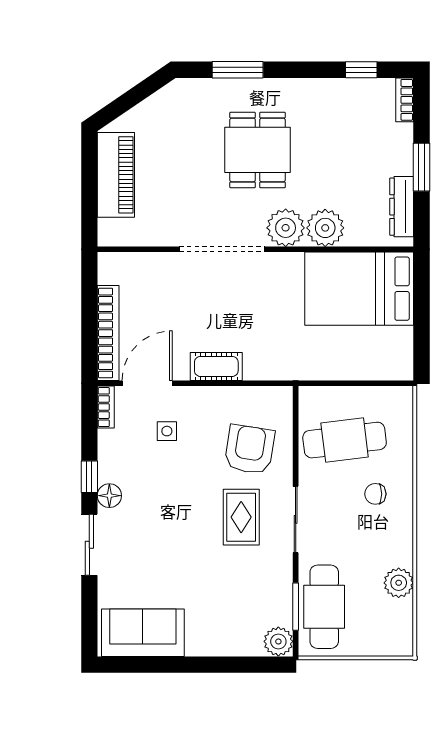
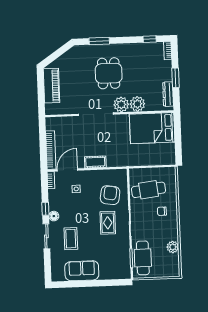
coffee table: (149, 553) -> (71, 239), added
sofa: (143, 633) -> (82, 271), moved
plant: (278, 641) -> (125, 273), removed

